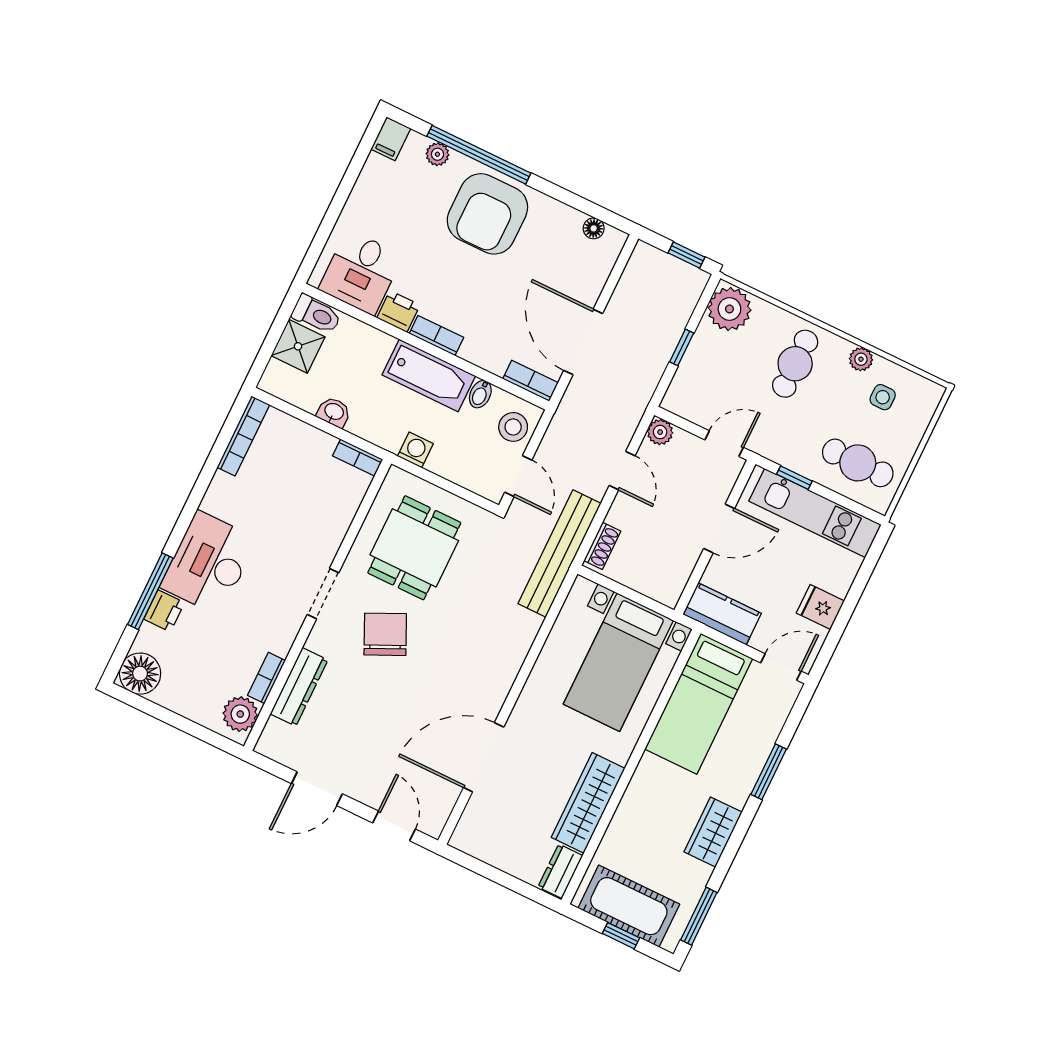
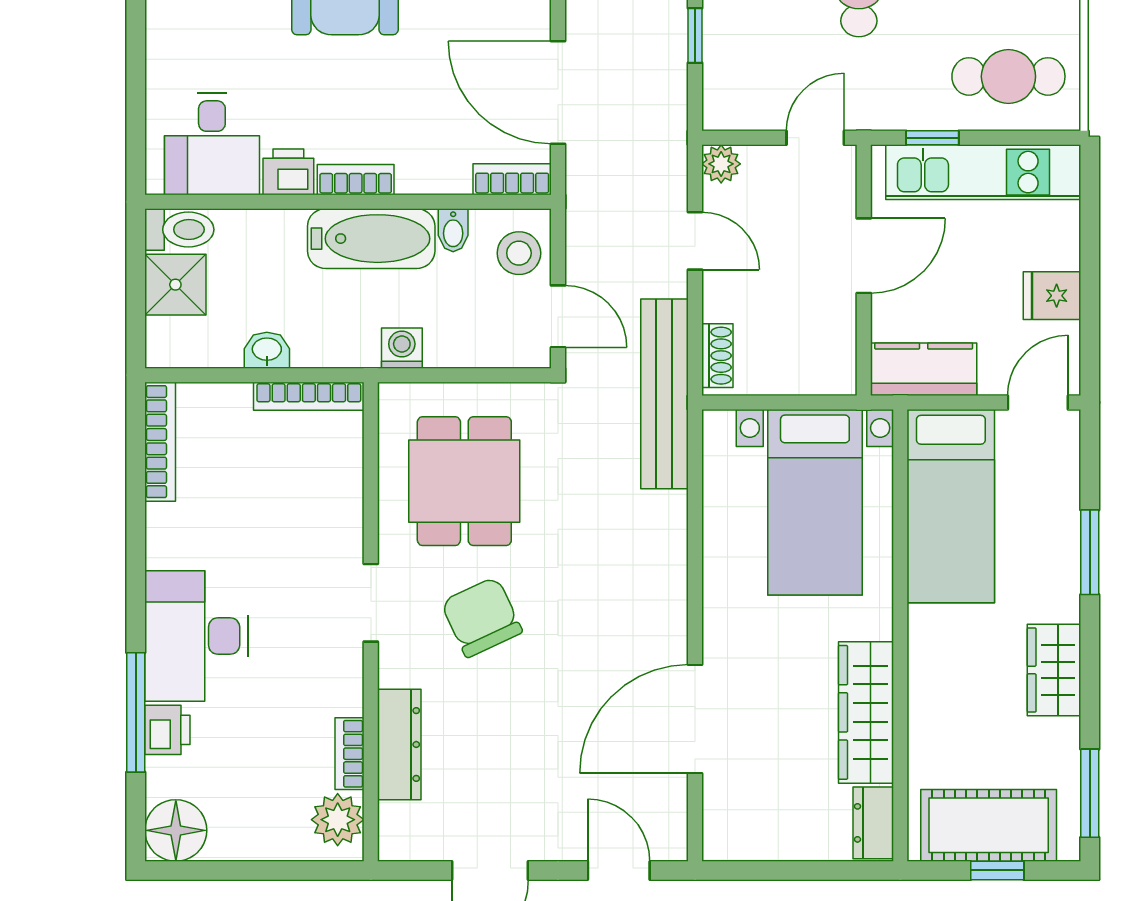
bookcase: (358, 458) -> (309, 396), width x1.56

